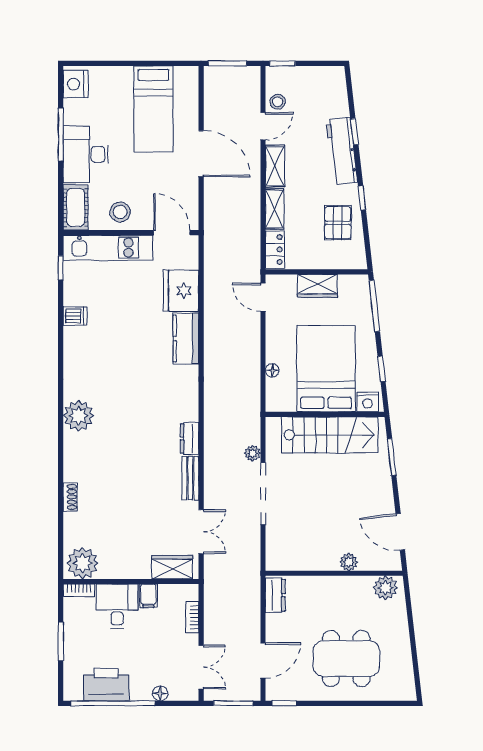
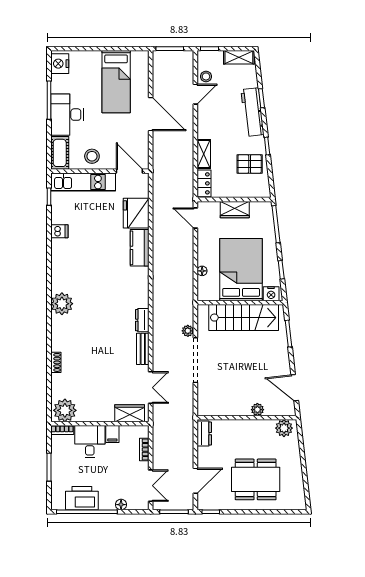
shelving: (275, 166) -> (239, 57), moved, turned 90
pallet: (338, 223) -> (250, 164), turned 90

